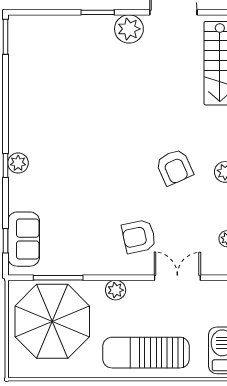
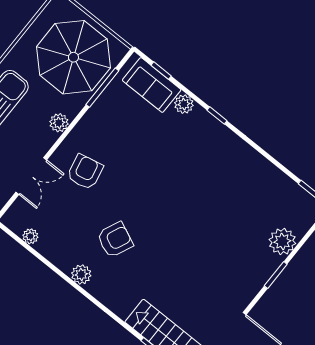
plant: (129, 29) -> (282, 241), moved
plant: (18, 163) -> (184, 104), moved
armchair: (174, 167) -> (115, 240), turned 138

